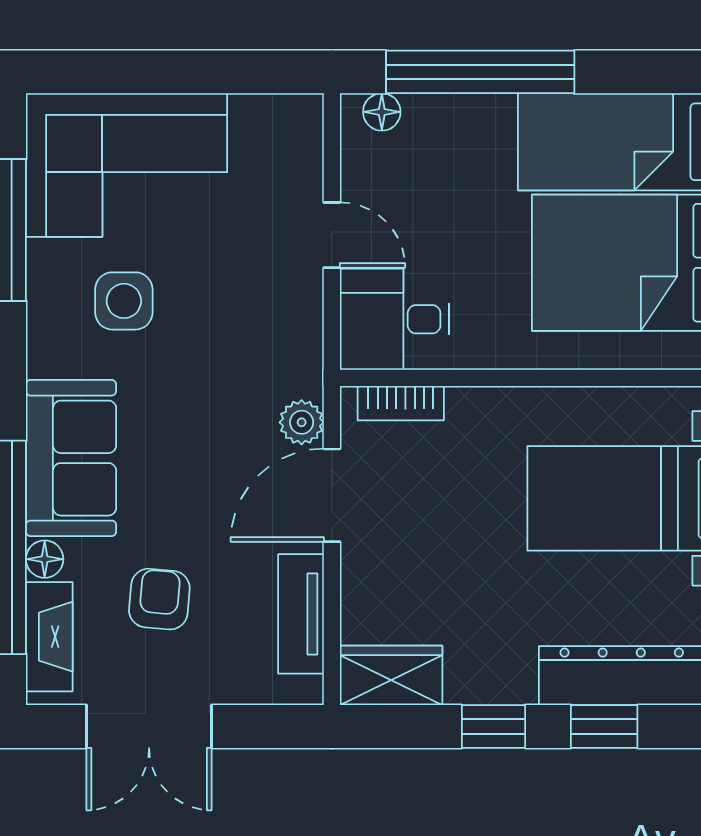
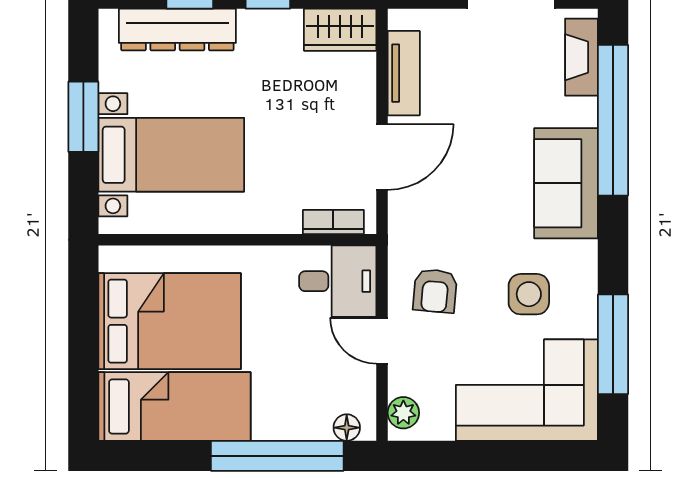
plant: (302, 422) -> (403, 413), moved
floor lamp: (45, 559) -> (585, 112), removed
armchair: (159, 599) -> (435, 291), moved

